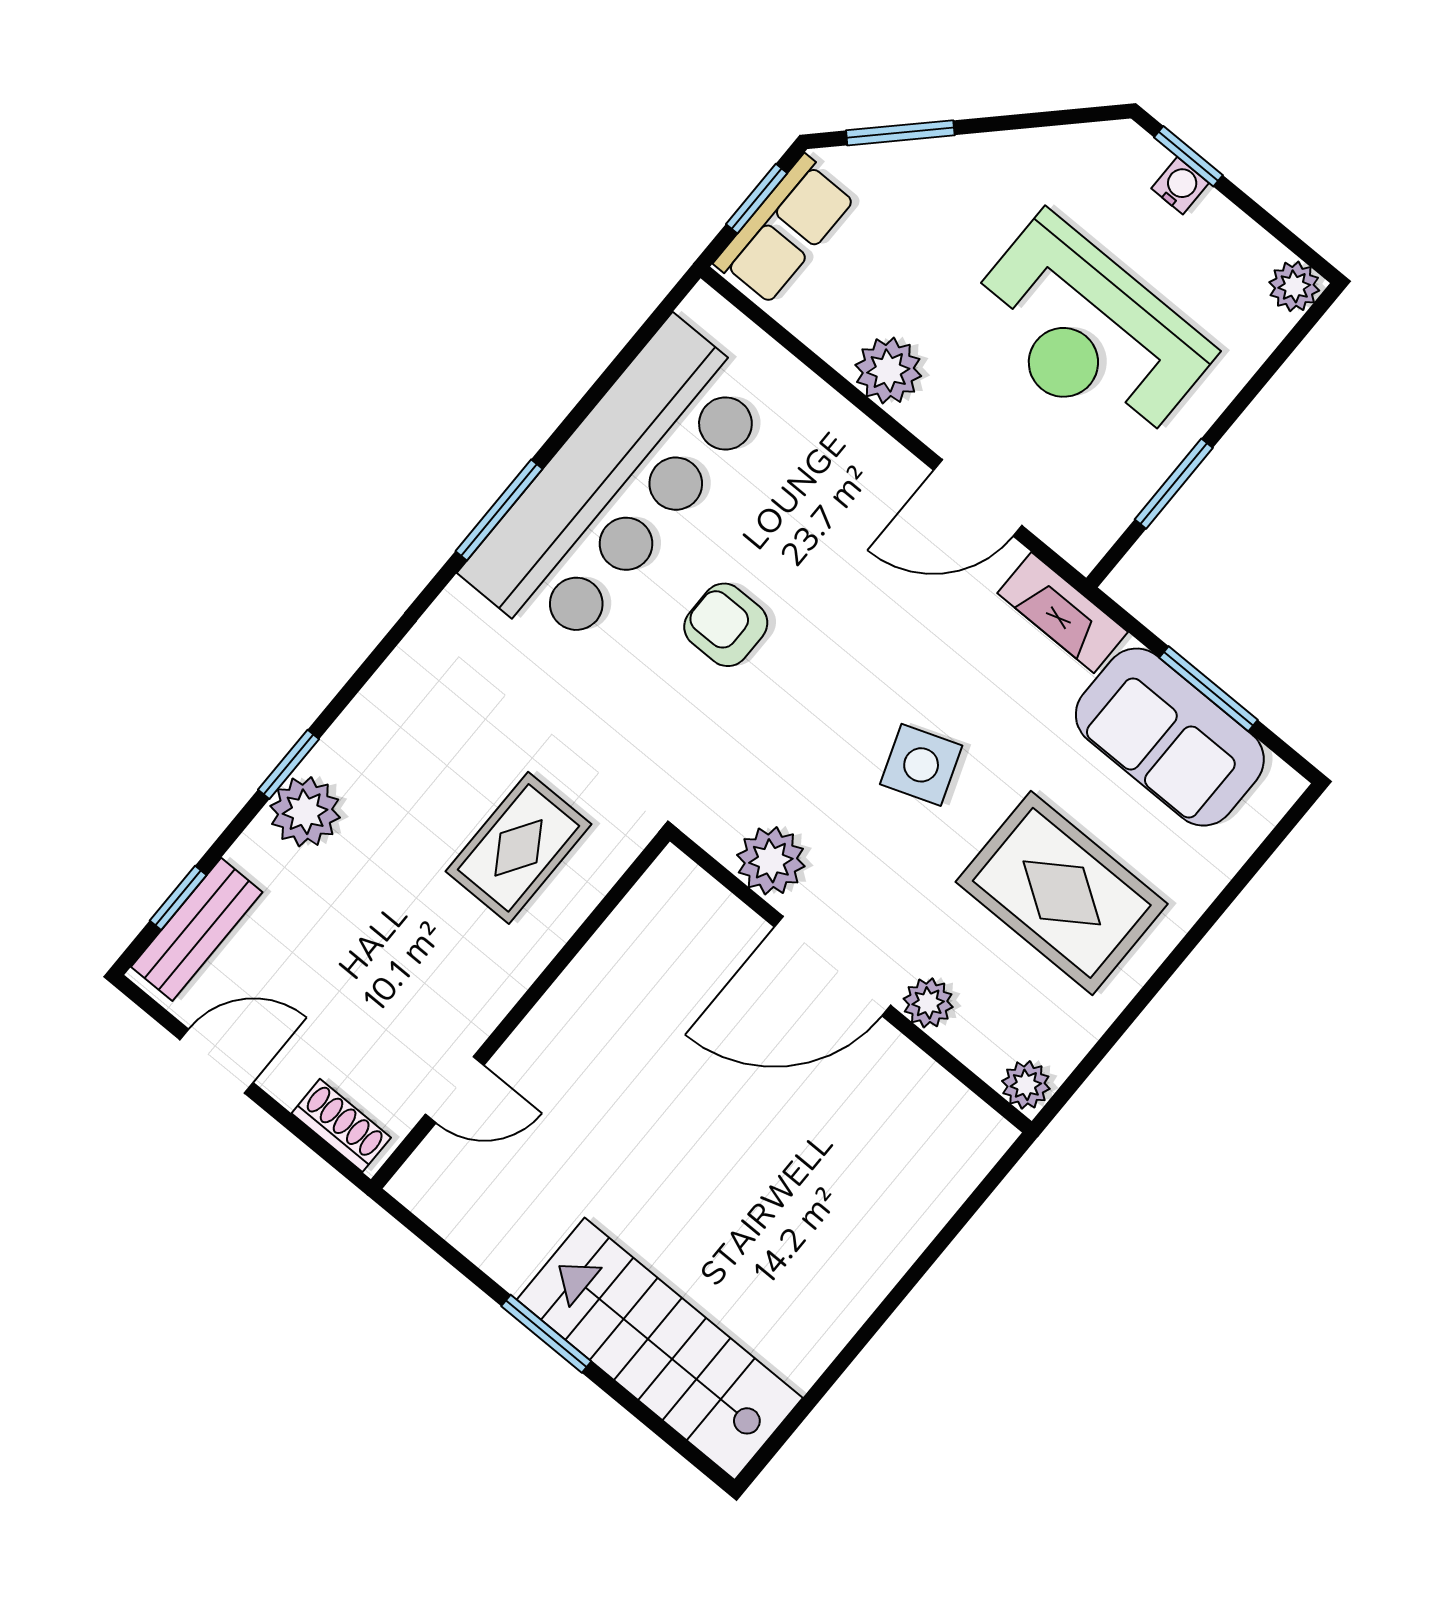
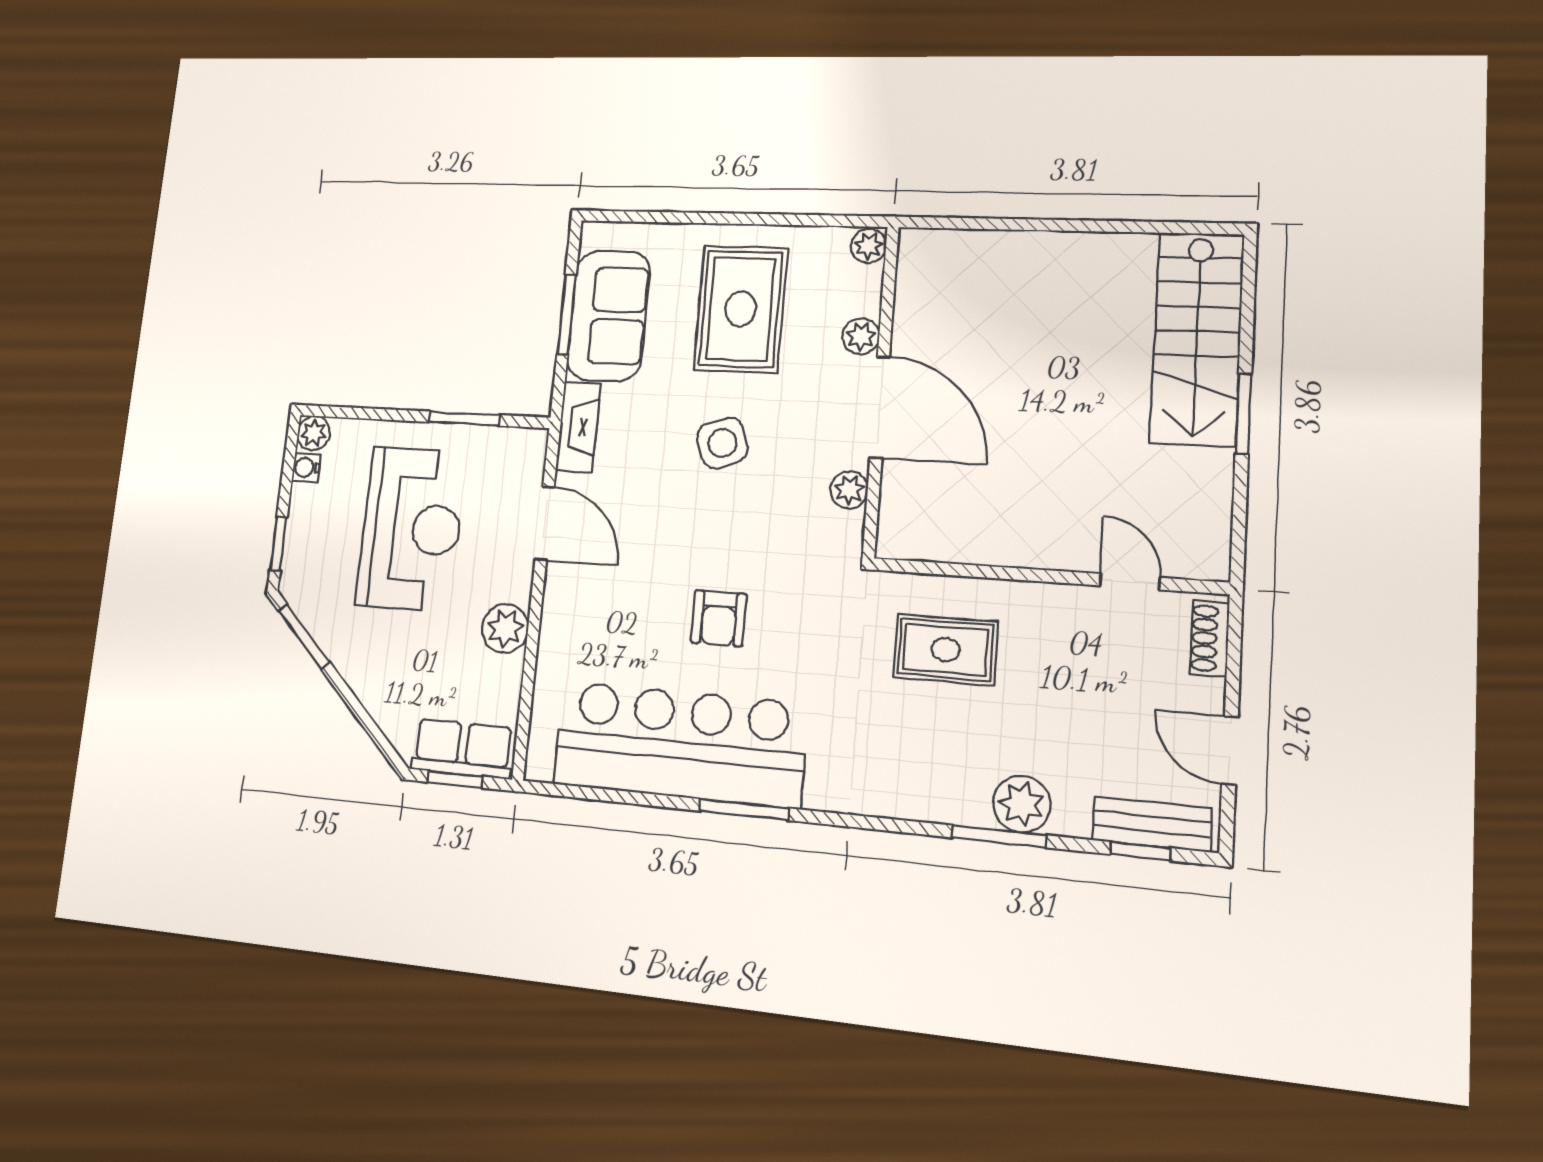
window: (900, 133) -> (304, 636), moved
water cooler: (1180, 186) -> (306, 467), moved
window: (288, 764) -> (999, 836), width x1.50
plant: (771, 861) -> (849, 490), width x0.73, depth x0.73

